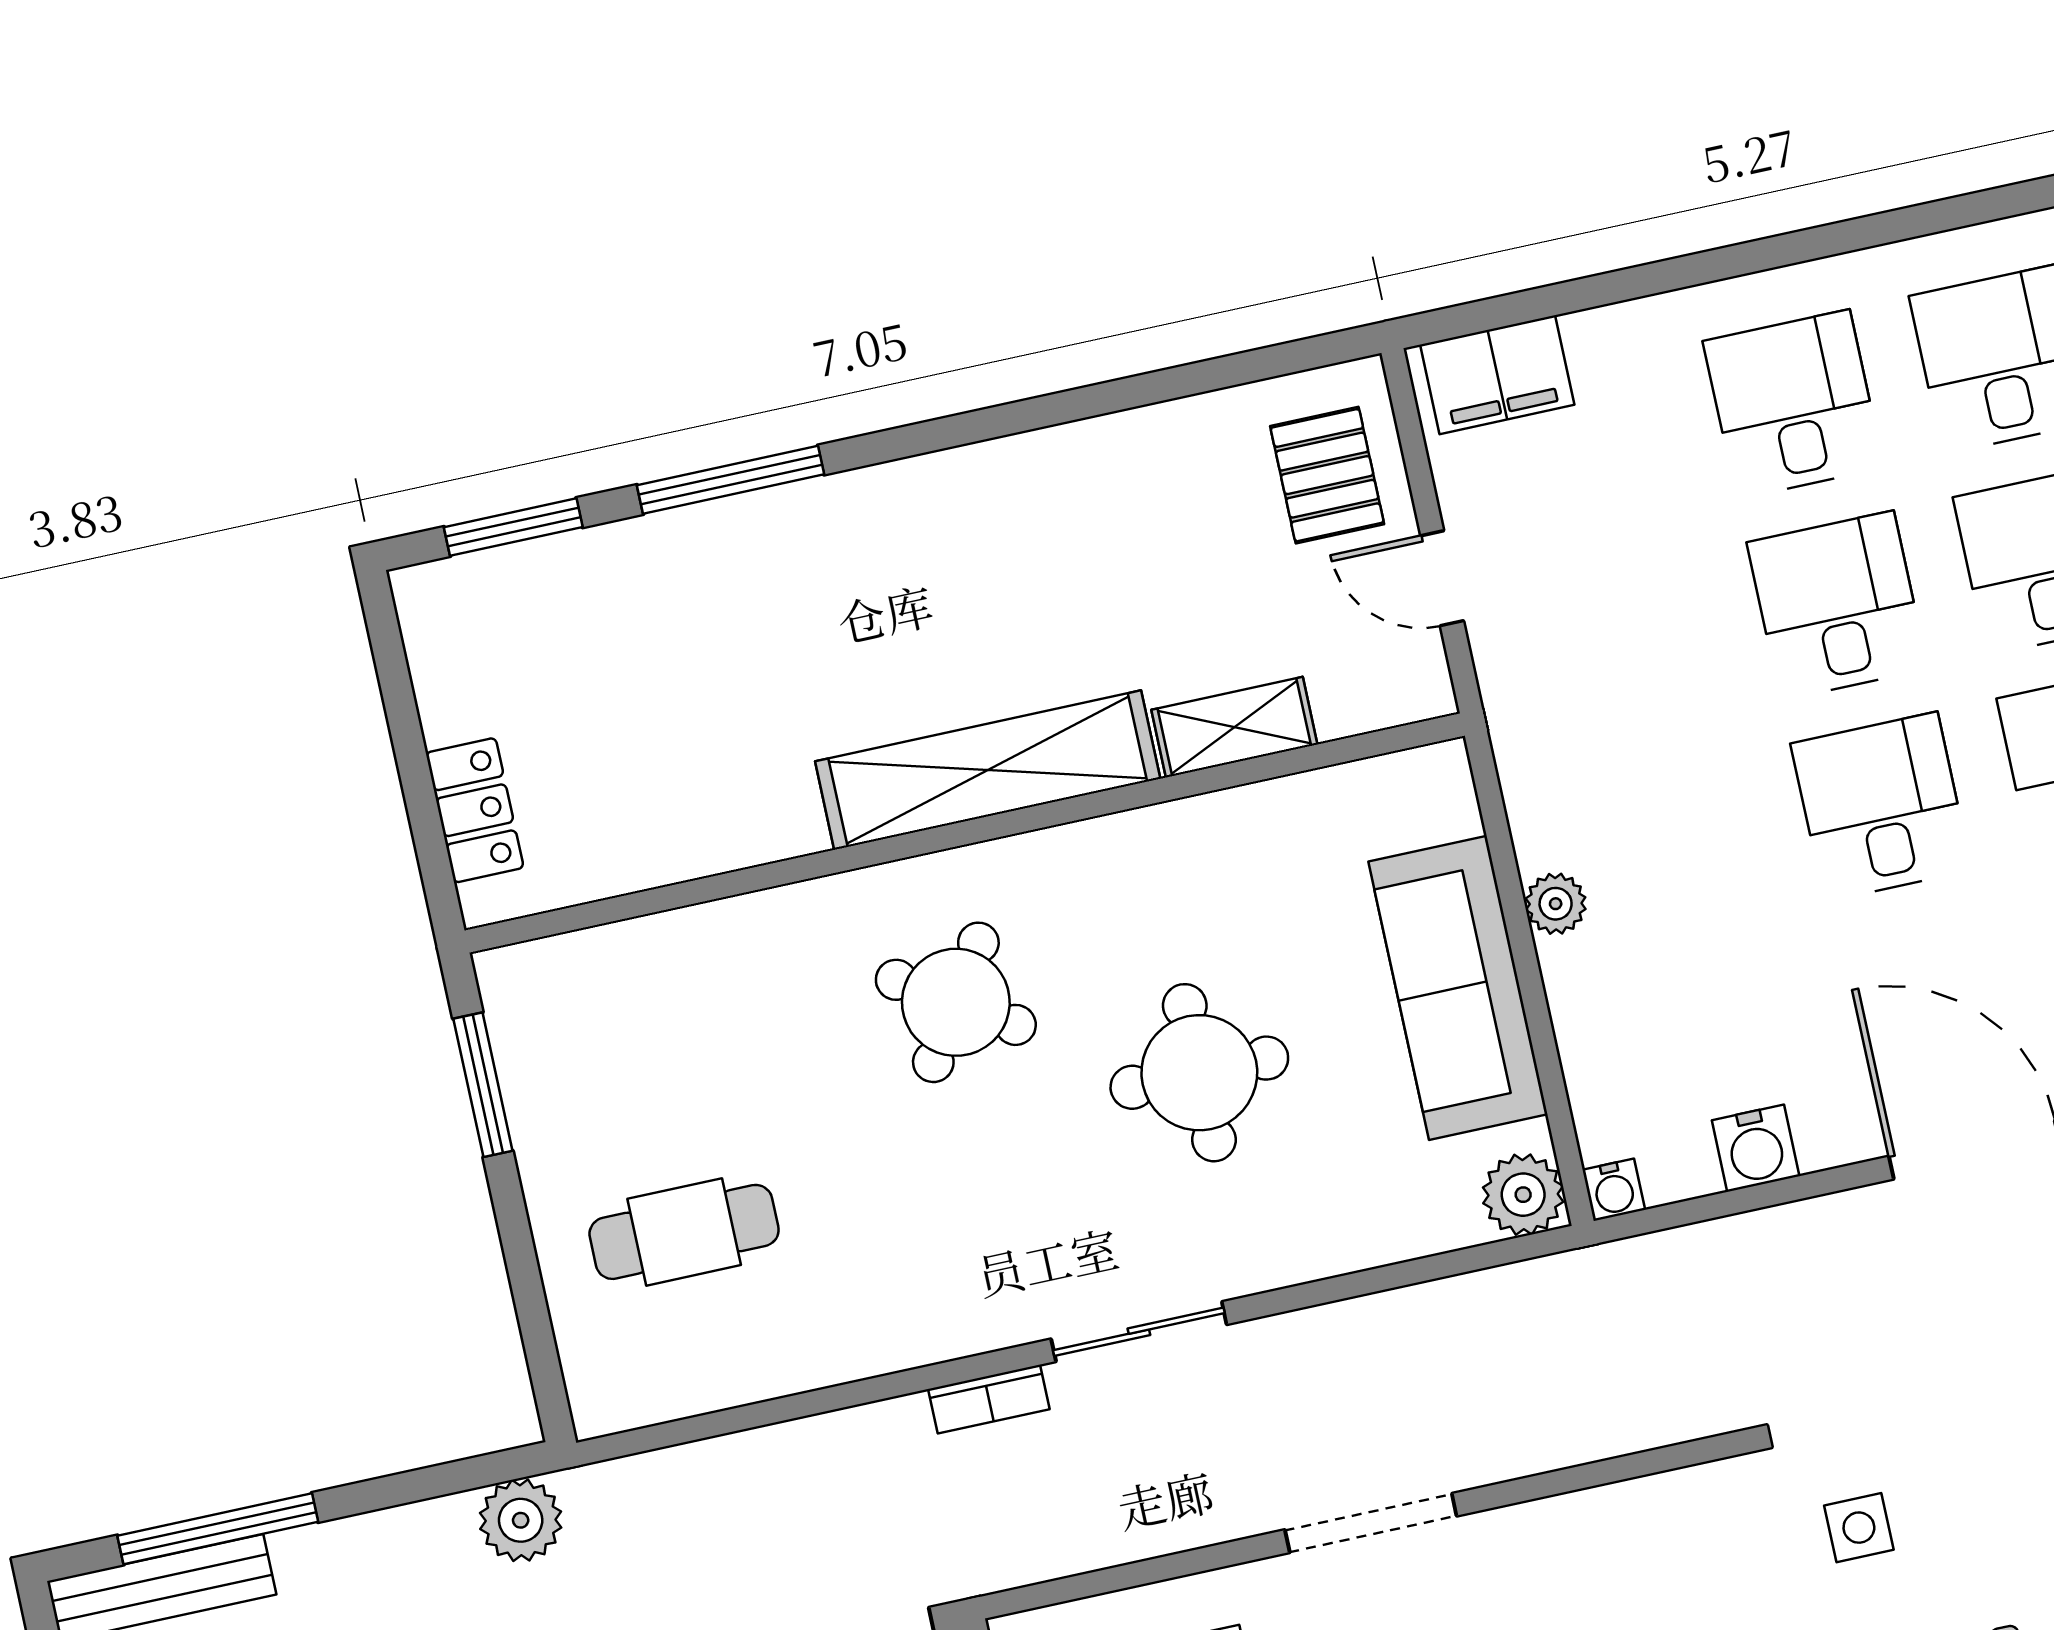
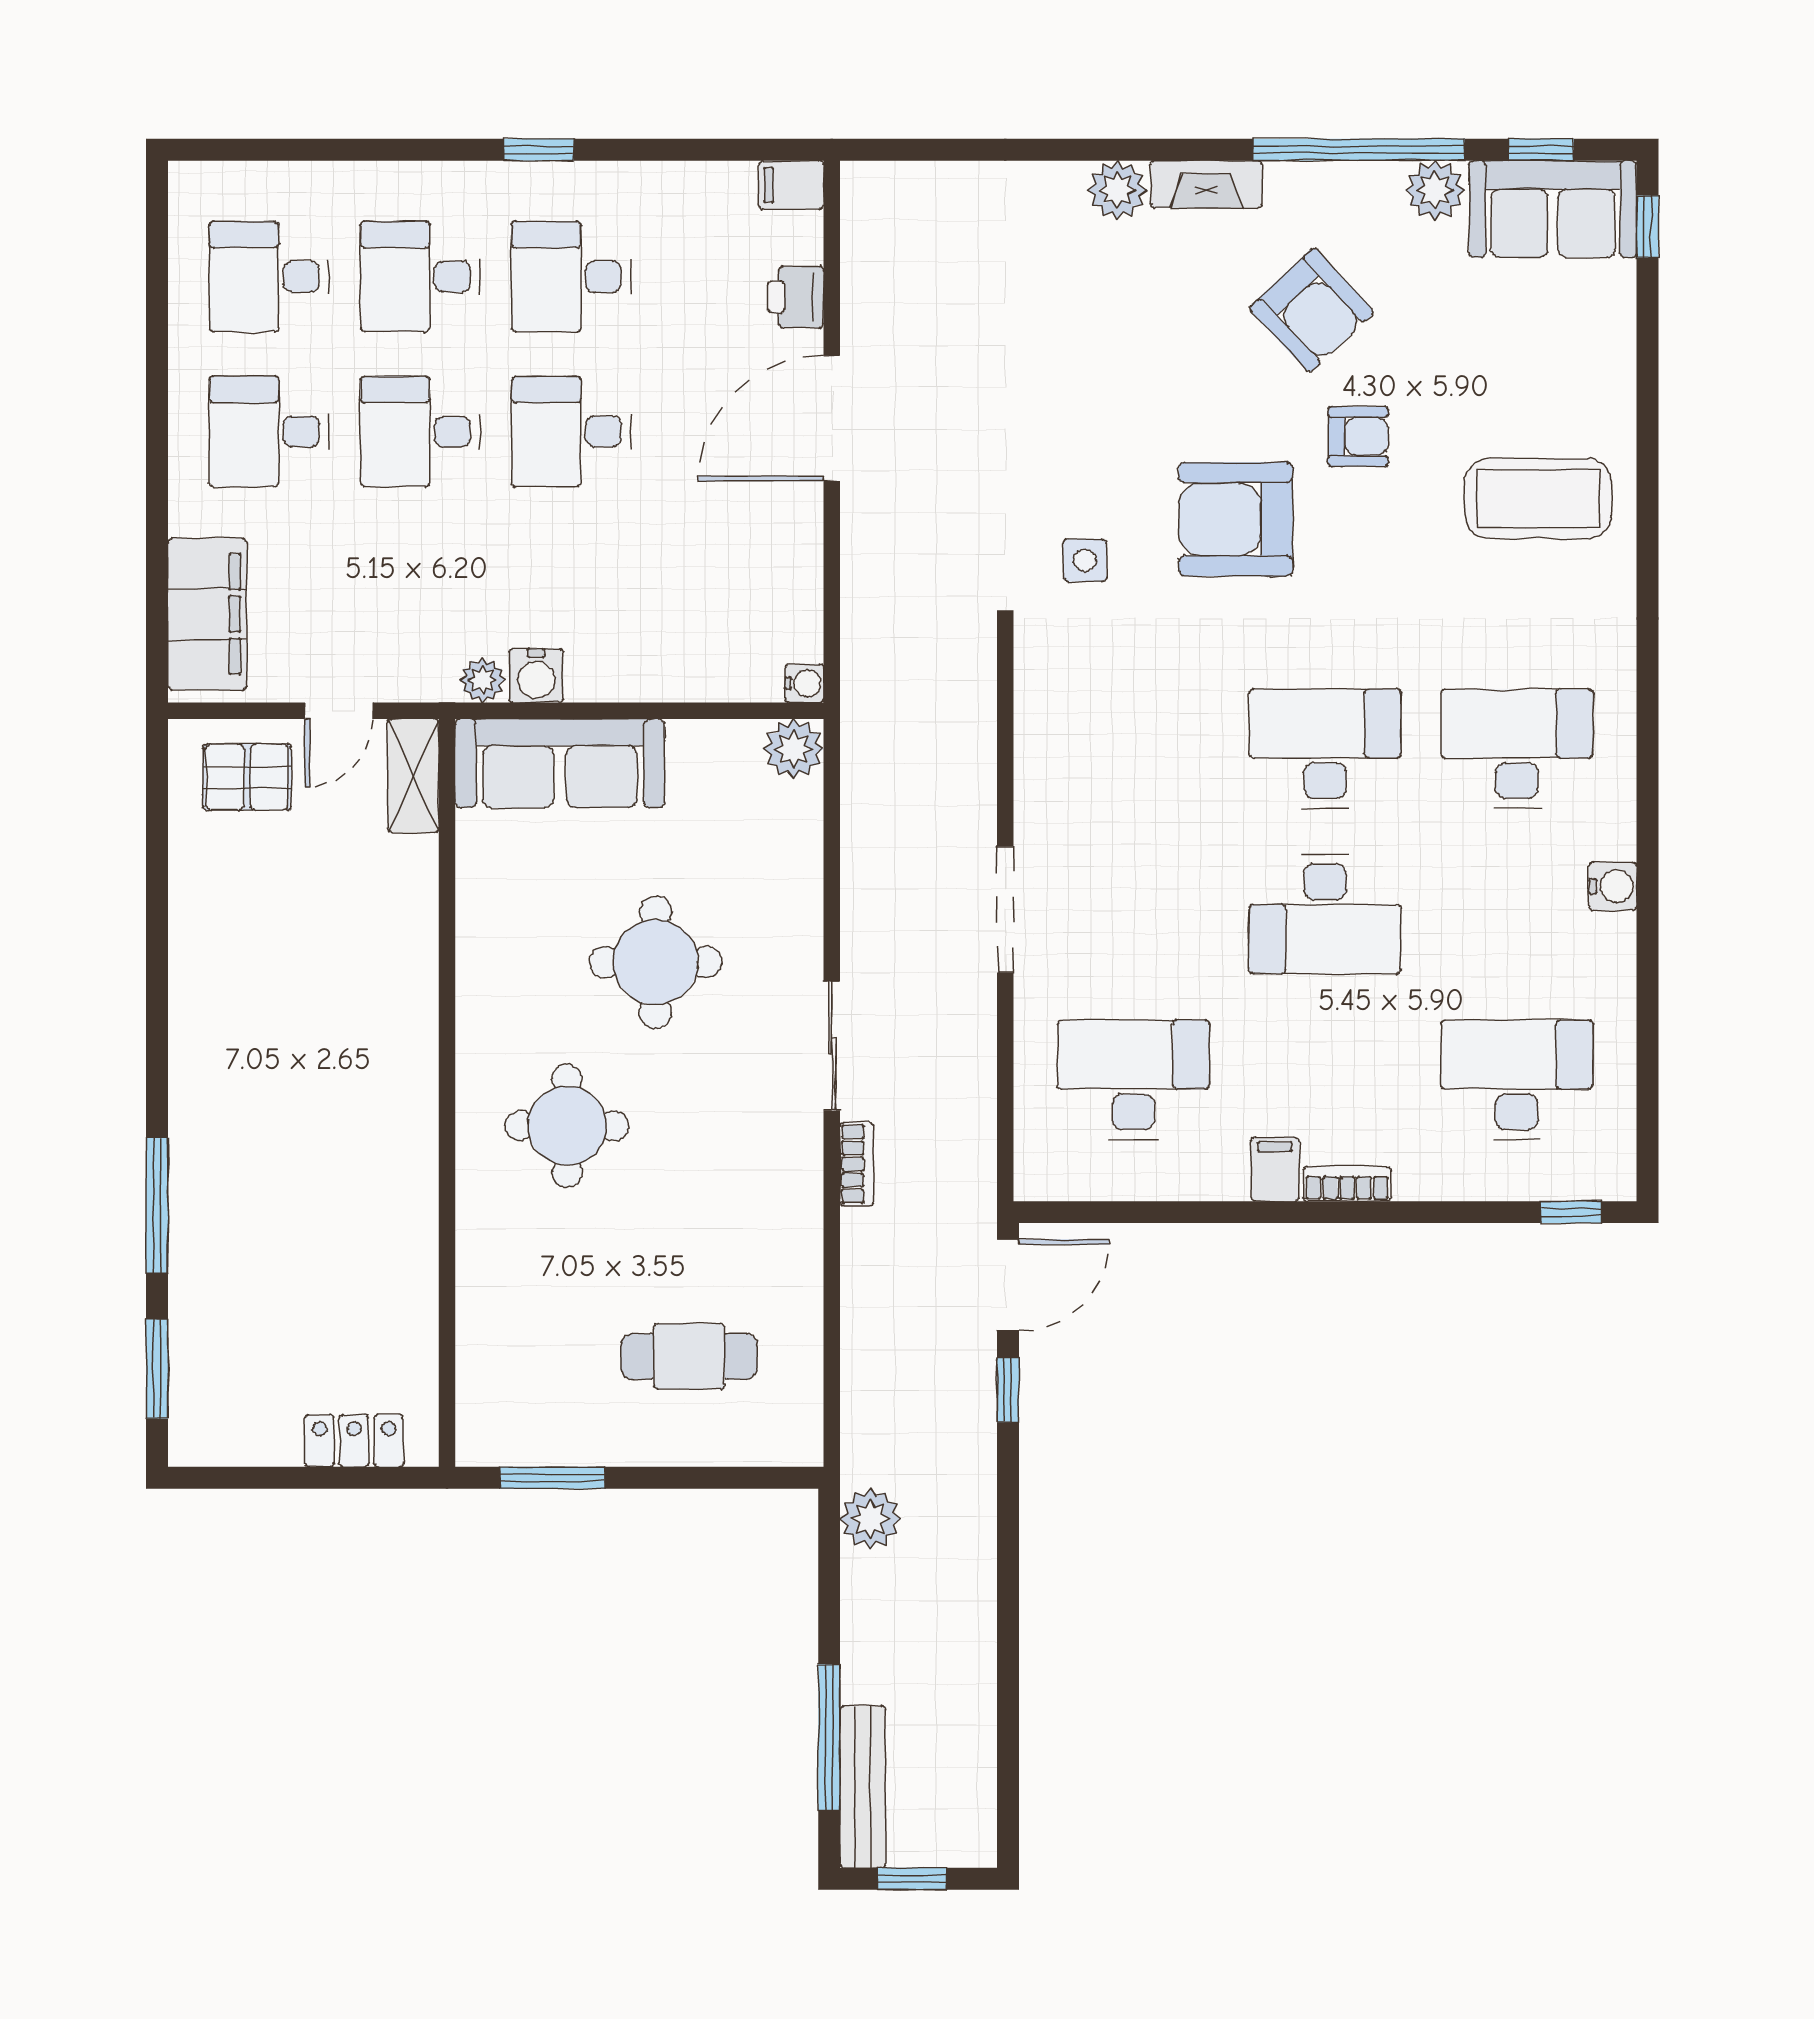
filing cabinet: (1497, 375) -> (207, 614), width x1.50, depth x1.17
shelving: (1234, 727) -> (413, 776), moved
shelving: (988, 770) -> (405, 1067), removed
plant: (1556, 904) -> (482, 680), moved
sofa: (1458, 988) -> (560, 763), moved
round table: (956, 1002) -> (567, 1126), turned -33
water cooler: (1756, 1148) -> (536, 676), moved, turned 90
cafe table: (684, 1232) -> (689, 1356), turned 90

